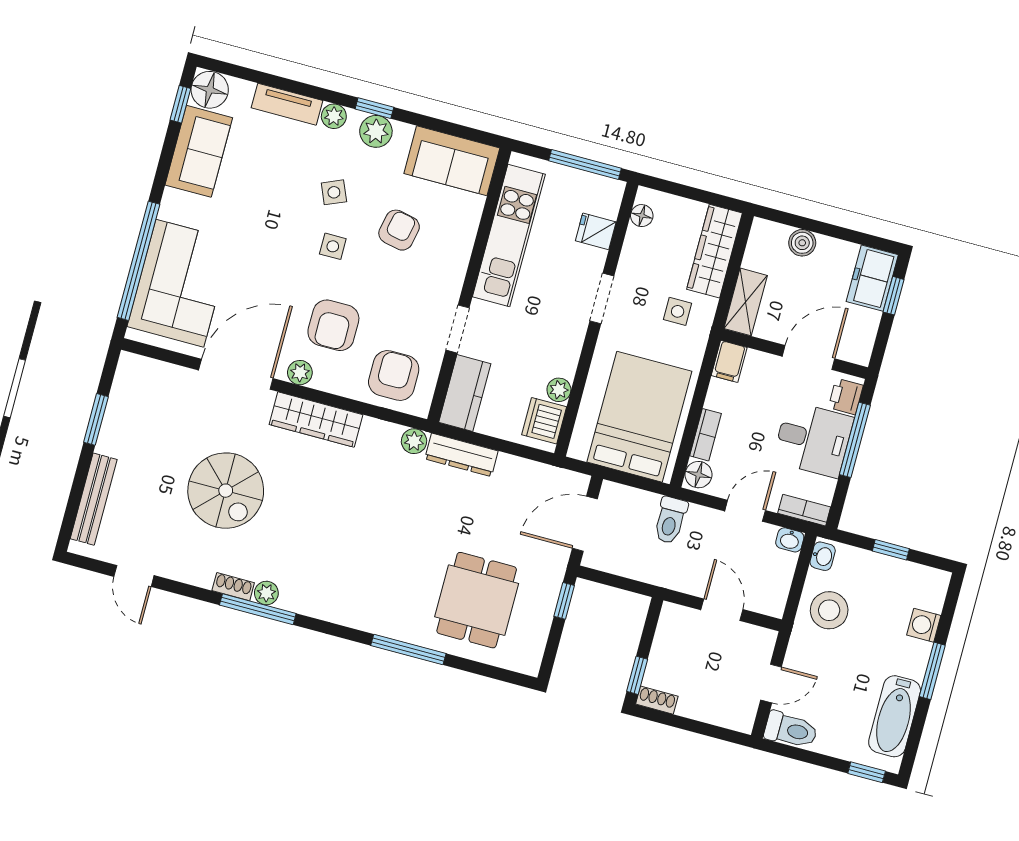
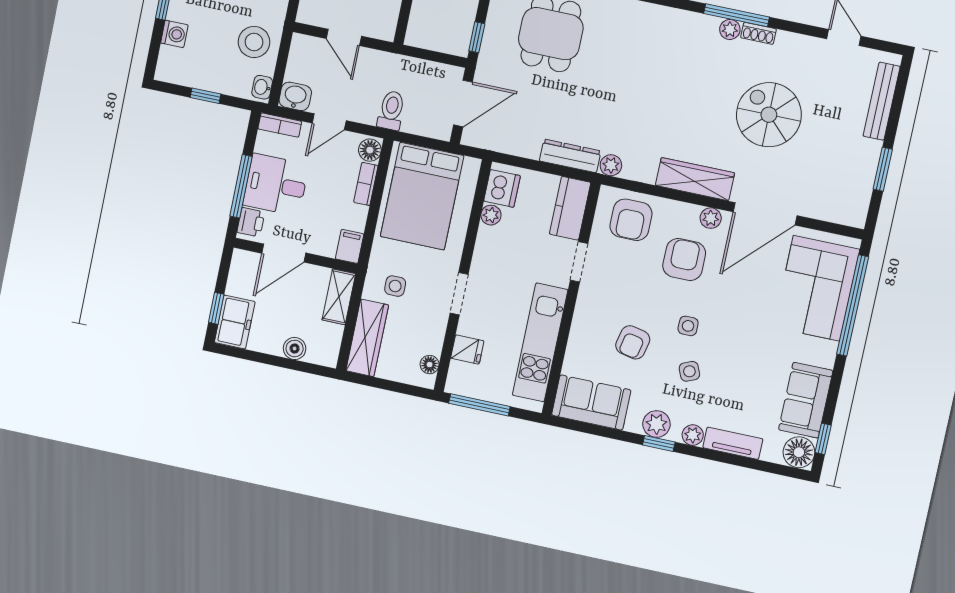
washbasin: (790, 540) -> (295, 96), width x1.38, depth x1.45

